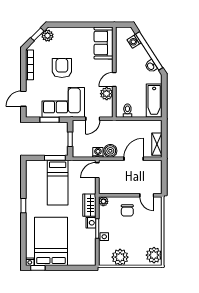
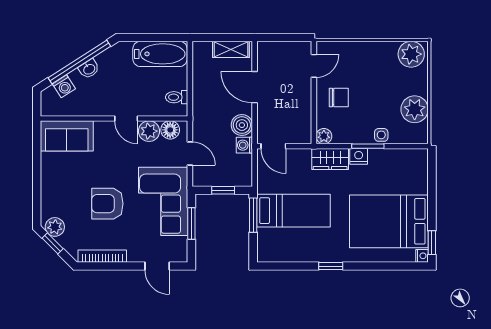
washbasin: (151, 66) -> (89, 69), moved
floor lamp: (107, 107) -> (170, 130), added

